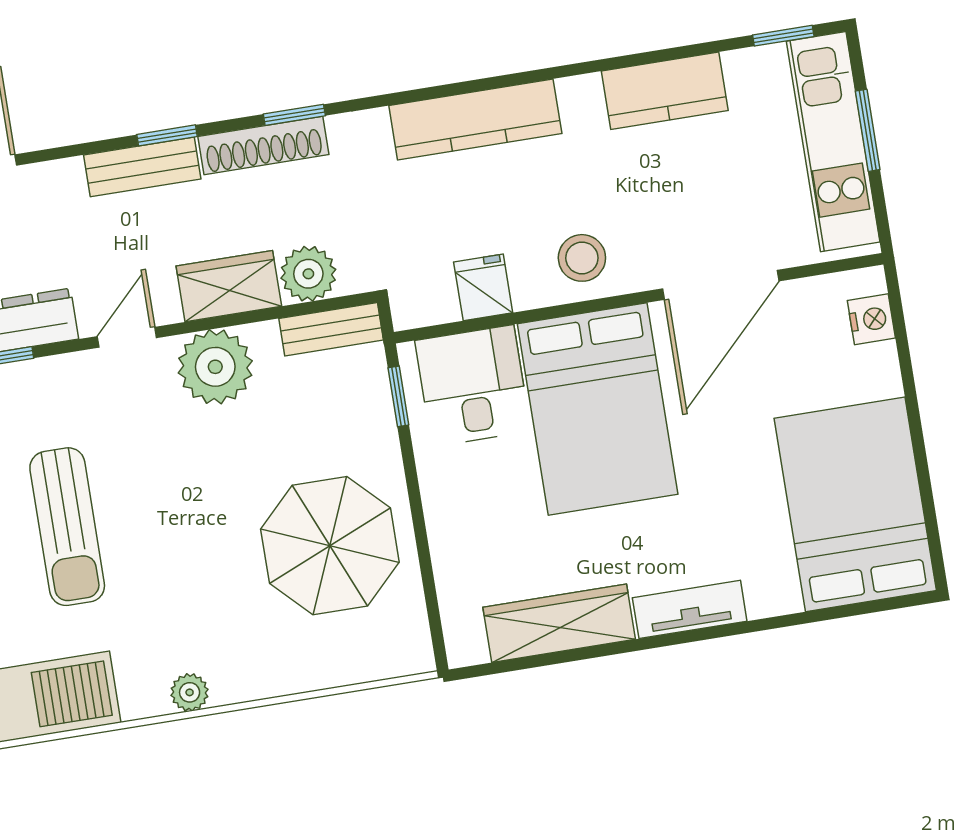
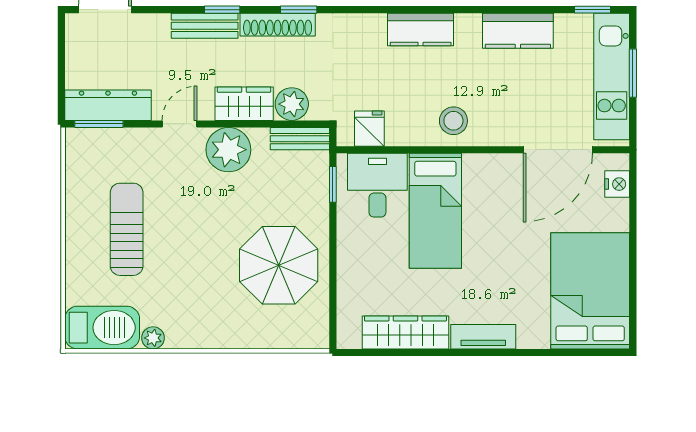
kitchen counter: (475, 119) -> (421, 30), width x0.67
door: (721, 285) -> (558, 150), moved
fridge: (483, 287) -> (369, 129), moved
bed: (598, 409) -> (435, 211), width x0.67
sun lounger: (67, 527) -> (127, 229), turned 180
plant: (190, 692) -> (153, 338), moved

